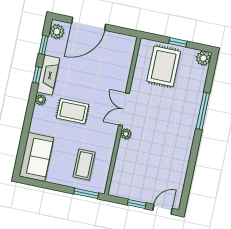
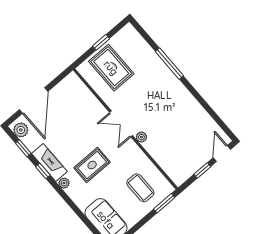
plant: (203, 58) -> (129, 32), removed

